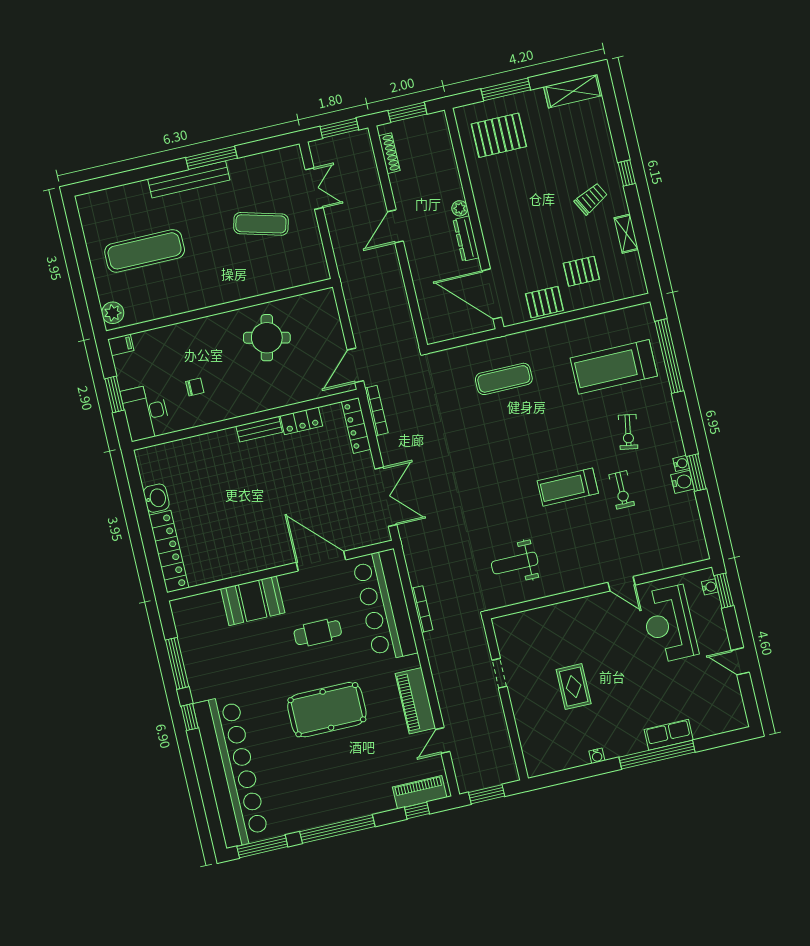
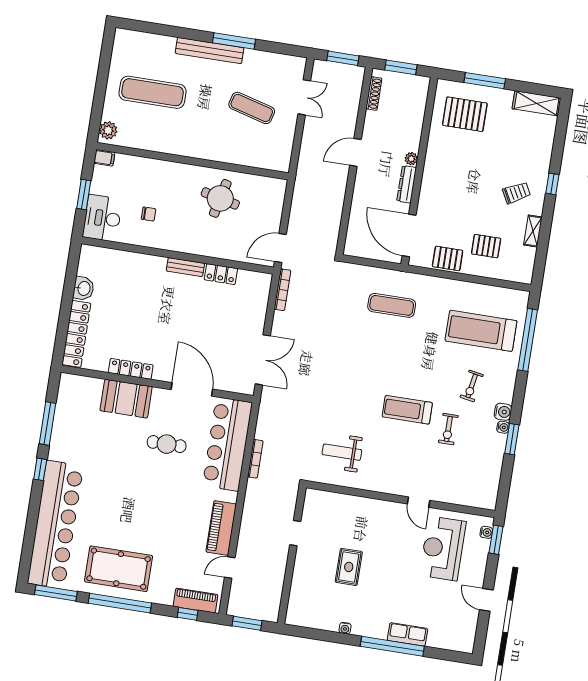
locker: (356, 425) -> (131, 369), moved, turned 90
water cooler: (682, 482) -> (503, 412), moved
pool table: (327, 710) -> (119, 569), moved

